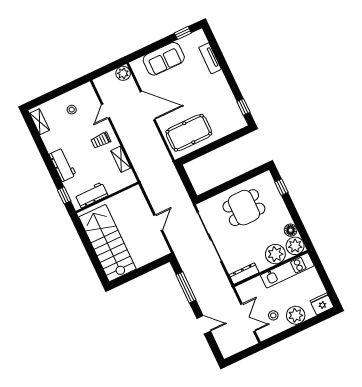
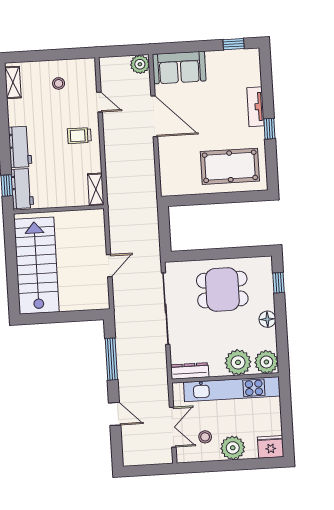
tv unit: (210, 58) -> (256, 107), moved
sofa: (164, 59) -> (179, 67), moved
window: (243, 107) -> (269, 129), moved
door: (105, 111) -> (99, 102), swing flipped
pool table: (189, 133) -> (230, 166), moved
shelving: (121, 159) -> (96, 189), moved
workbench: (91, 195) -> (22, 188), moved, turned 90
floor lamp: (291, 230) -> (267, 319), moved
kitchen unit: (287, 270) -> (232, 389), width x1.36

